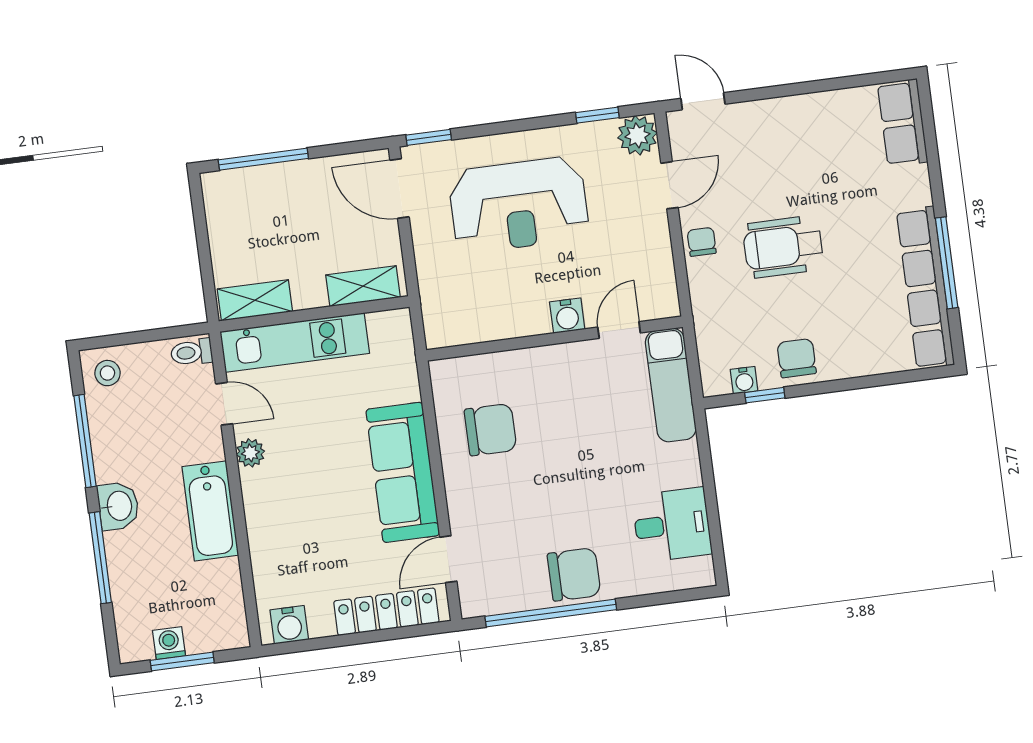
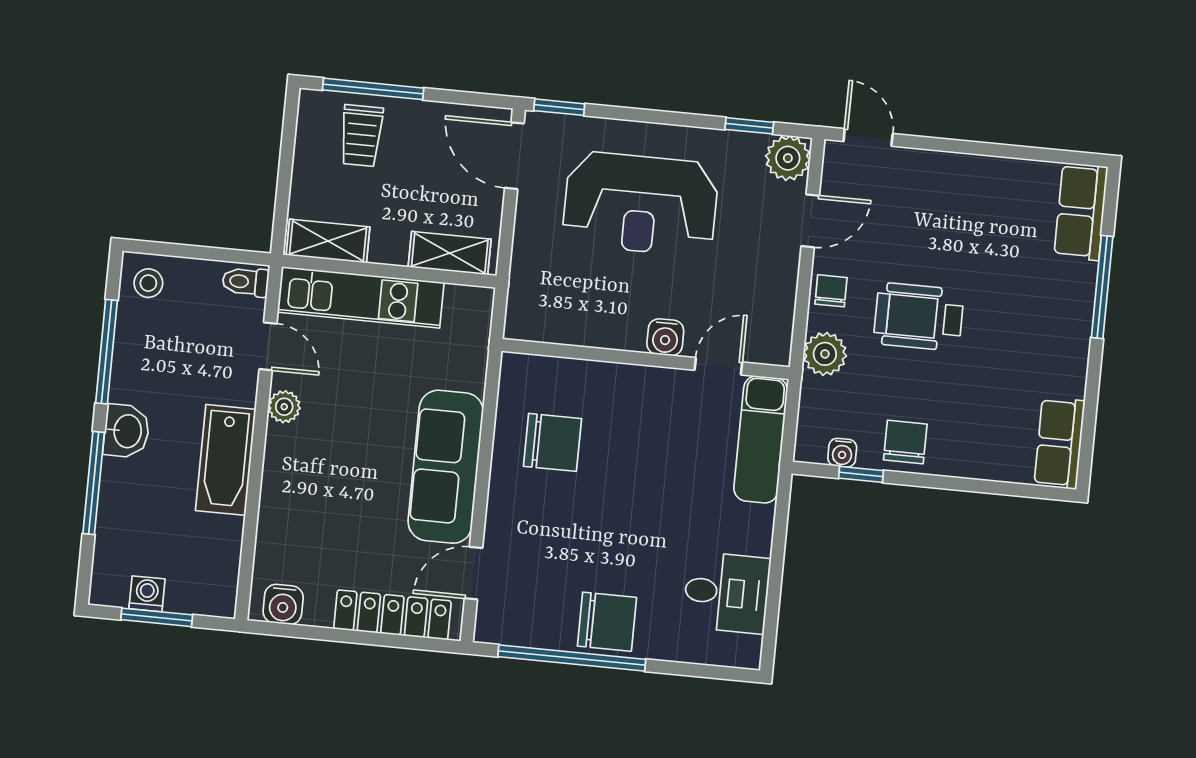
trolley: (263, 202) -> (361, 136), added
window: (947, 263) -> (1102, 287), moved
row of seats: (925, 288) -> (1059, 443), width x0.50
plant: (709, 298) -> (825, 354), added

